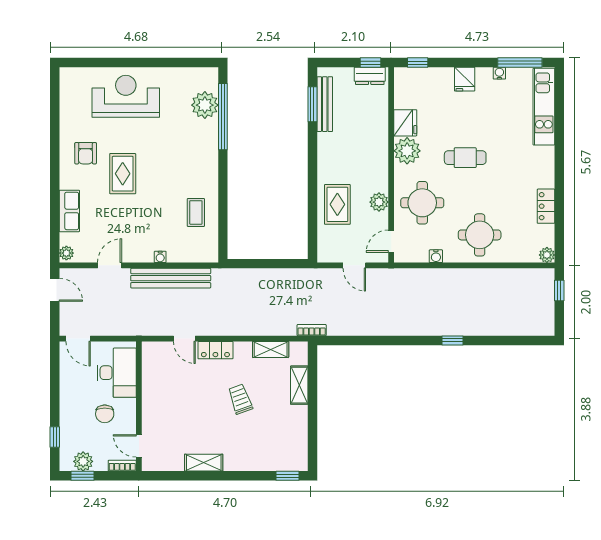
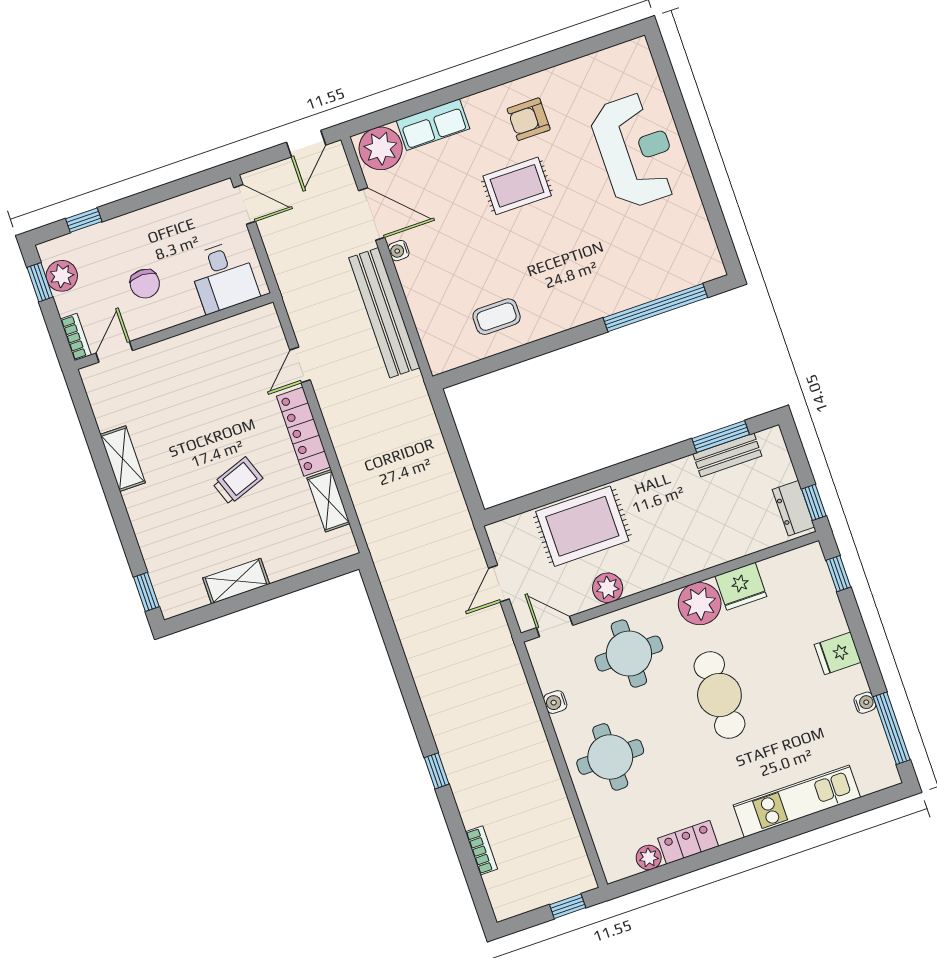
bench: (325, 104) -> (727, 455), width x0.73
plant: (205, 105) -> (664, 274), removed
kitchen unit: (544, 107) -> (797, 801), moved
cafe table: (465, 158) -> (719, 695), width x1.37, depth x1.35
rug: (337, 204) -> (582, 526), width x1.36, depth x1.43
plant: (66, 253) -> (381, 148), width x1.87, depth x1.87
plant: (547, 255) -> (649, 857), moved
water cooler: (160, 257) -> (399, 251), moved
door: (110, 265) -> (372, 214), width x1.38
bookcase: (312, 330) -> (482, 850), moved
door: (78, 339) -> (245, 204), swing flipped
locker: (215, 350) -> (303, 432), width x1.53
desk: (117, 373) -> (223, 277), width x0.73
shelving: (299, 385) -> (236, 581), moved
chair: (105, 414) -> (145, 284), turned -90

